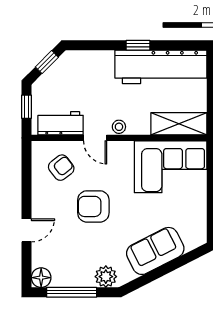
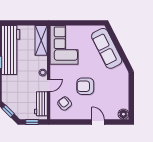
armchair: (93, 206) -> (85, 86), turned 90
sofa: (155, 251) -> (107, 48), width x1.36
plant: (106, 277) -> (123, 80), removed
window: (72, 292) -> (131, 98), removed

